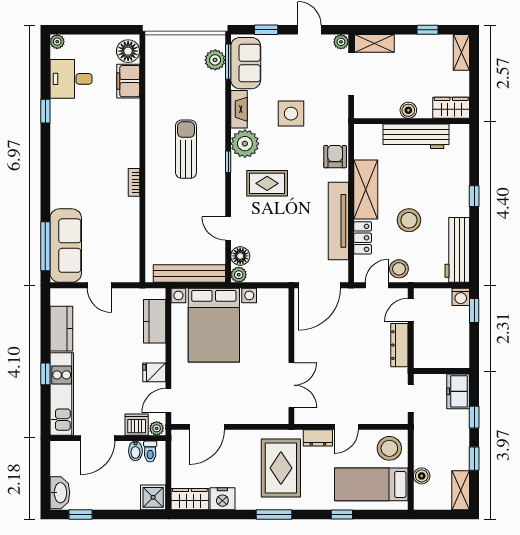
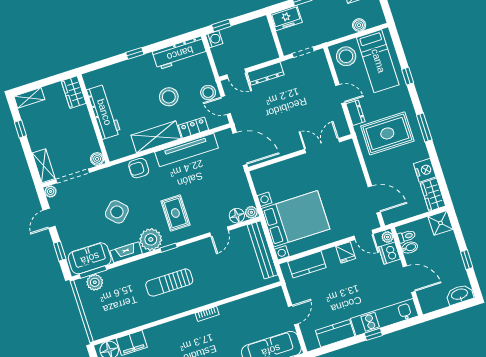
boiler: (408, 110) -> (97, 159), moved
side table: (291, 114) -> (117, 212), turned 45
window: (80, 515) -> (467, 260), moved

